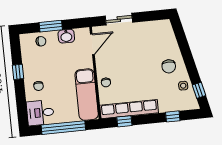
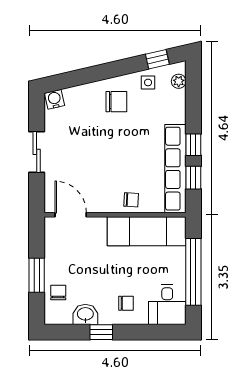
sliding door: (119, 19) -> (37, 152), moved
water cooler: (166, 26) -> (55, 99), added
washbasin: (66, 36) -> (85, 314), moved, turned -90
plant: (186, 105) -> (179, 81), added
window: (173, 116) -> (193, 145), moved

